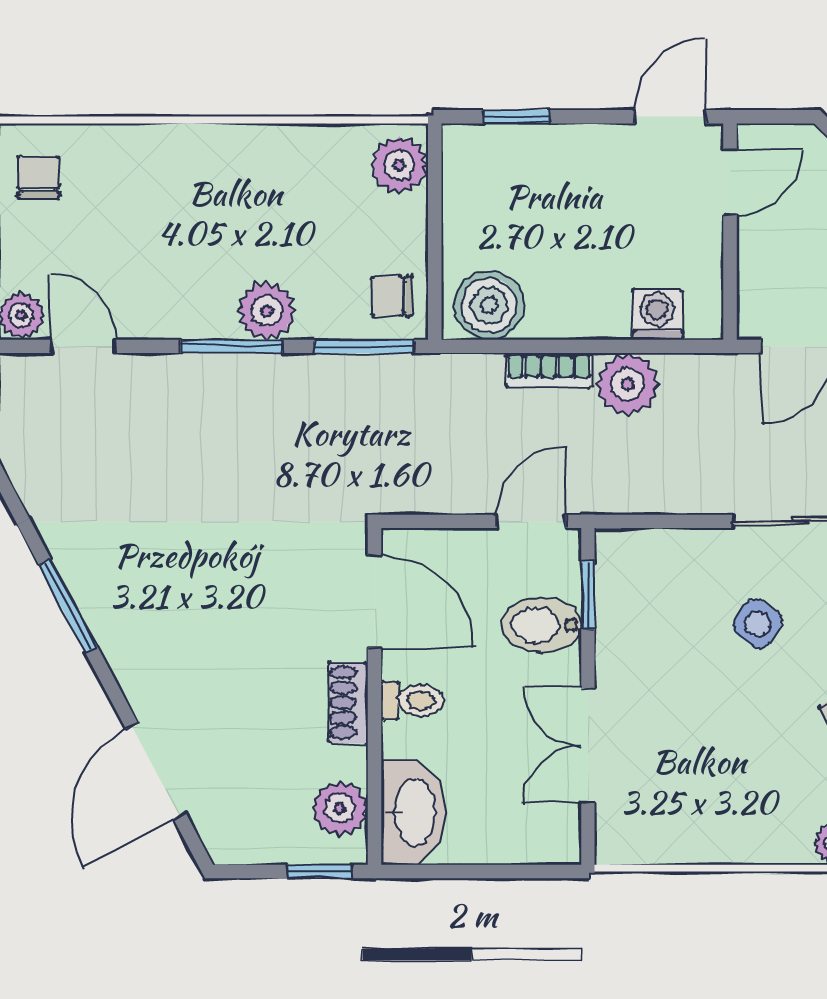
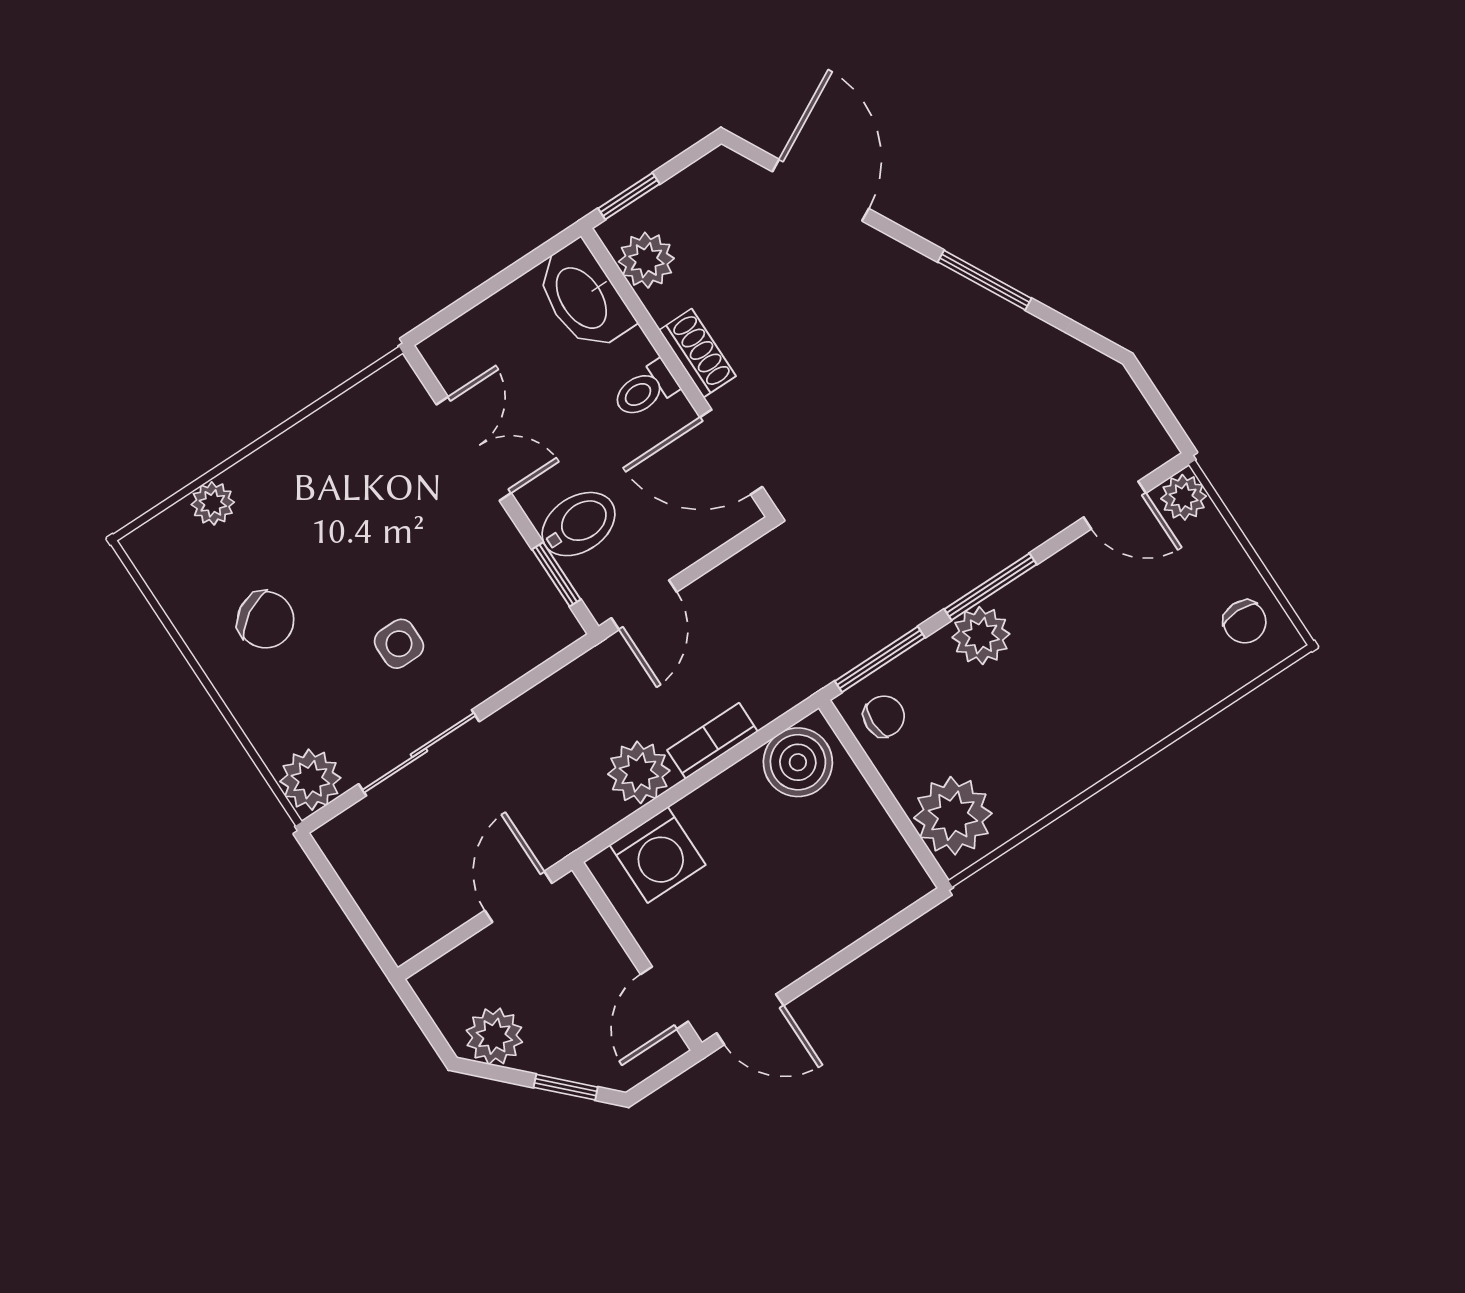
window: (517, 117) -> (878, 935), removed
door: (670, 117) -> (750, 1019), hinge flipped
plant: (399, 165) -> (953, 816), width x1.36, depth x1.36
washing machine: (657, 315) -> (658, 855), width x1.38, depth x1.38
side table: (757, 624) -> (399, 644), turned -36

